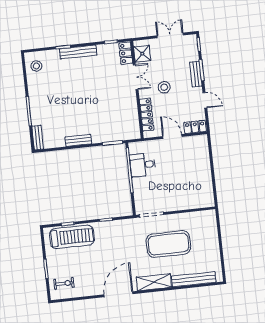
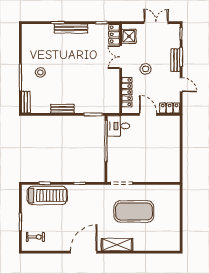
stool: (36, 66) -> (40, 72), moved
double door: (136, 77) -> (121, 57), swing flipped
desk: (143, 165) -> (118, 126), moved
bench: (194, 279) -> (153, 246), removed

